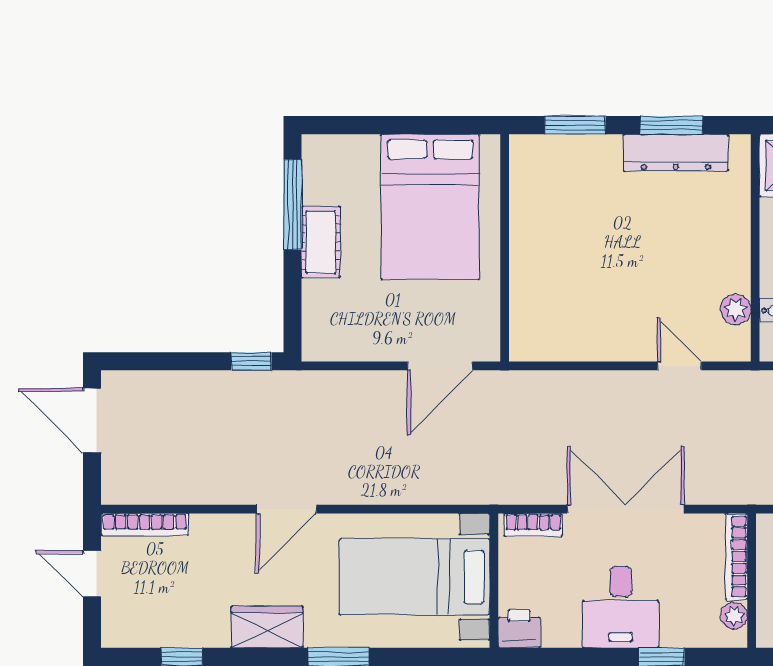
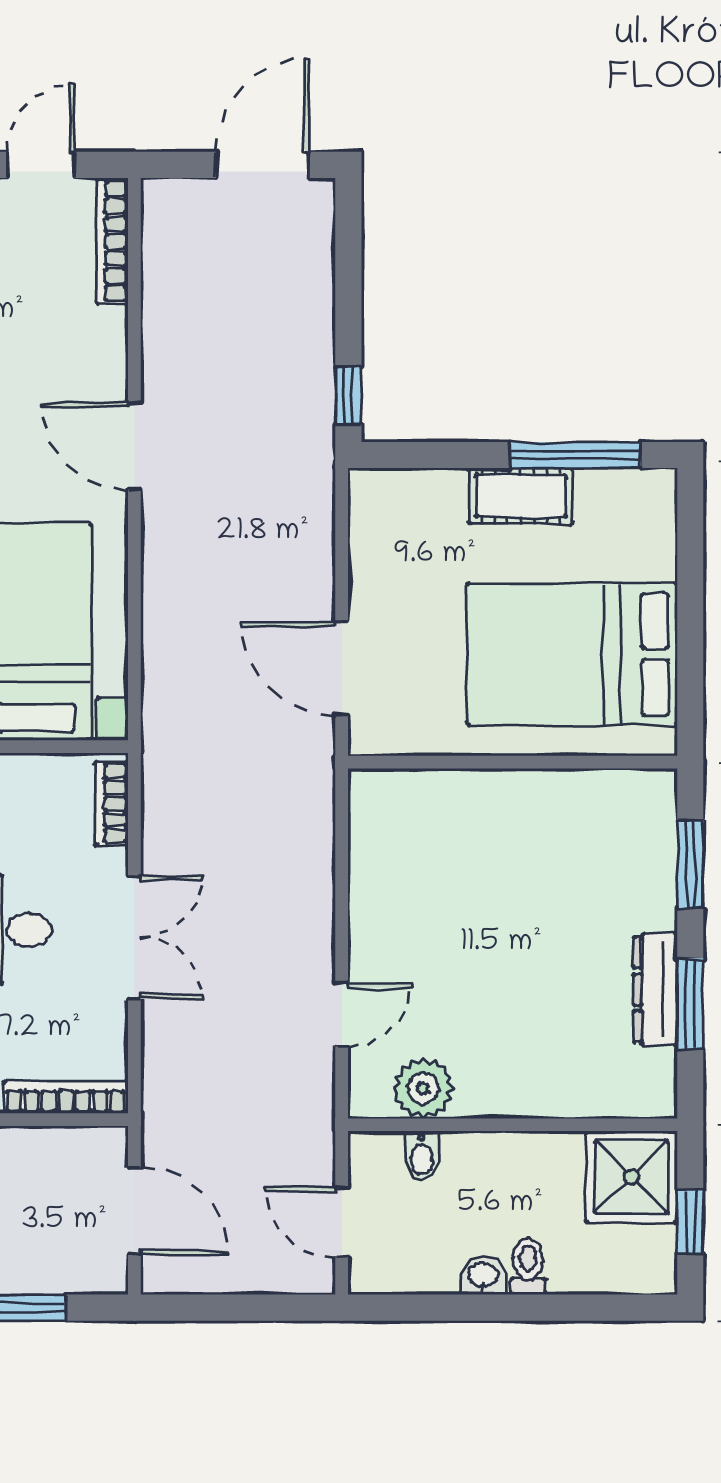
dresser: (676, 153) -> (656, 990), width x0.73, depth x0.80
plant: (736, 309) -> (423, 1088), width x1.38, depth x1.38
double door: (626, 509) -> (134, 937), width x0.73

